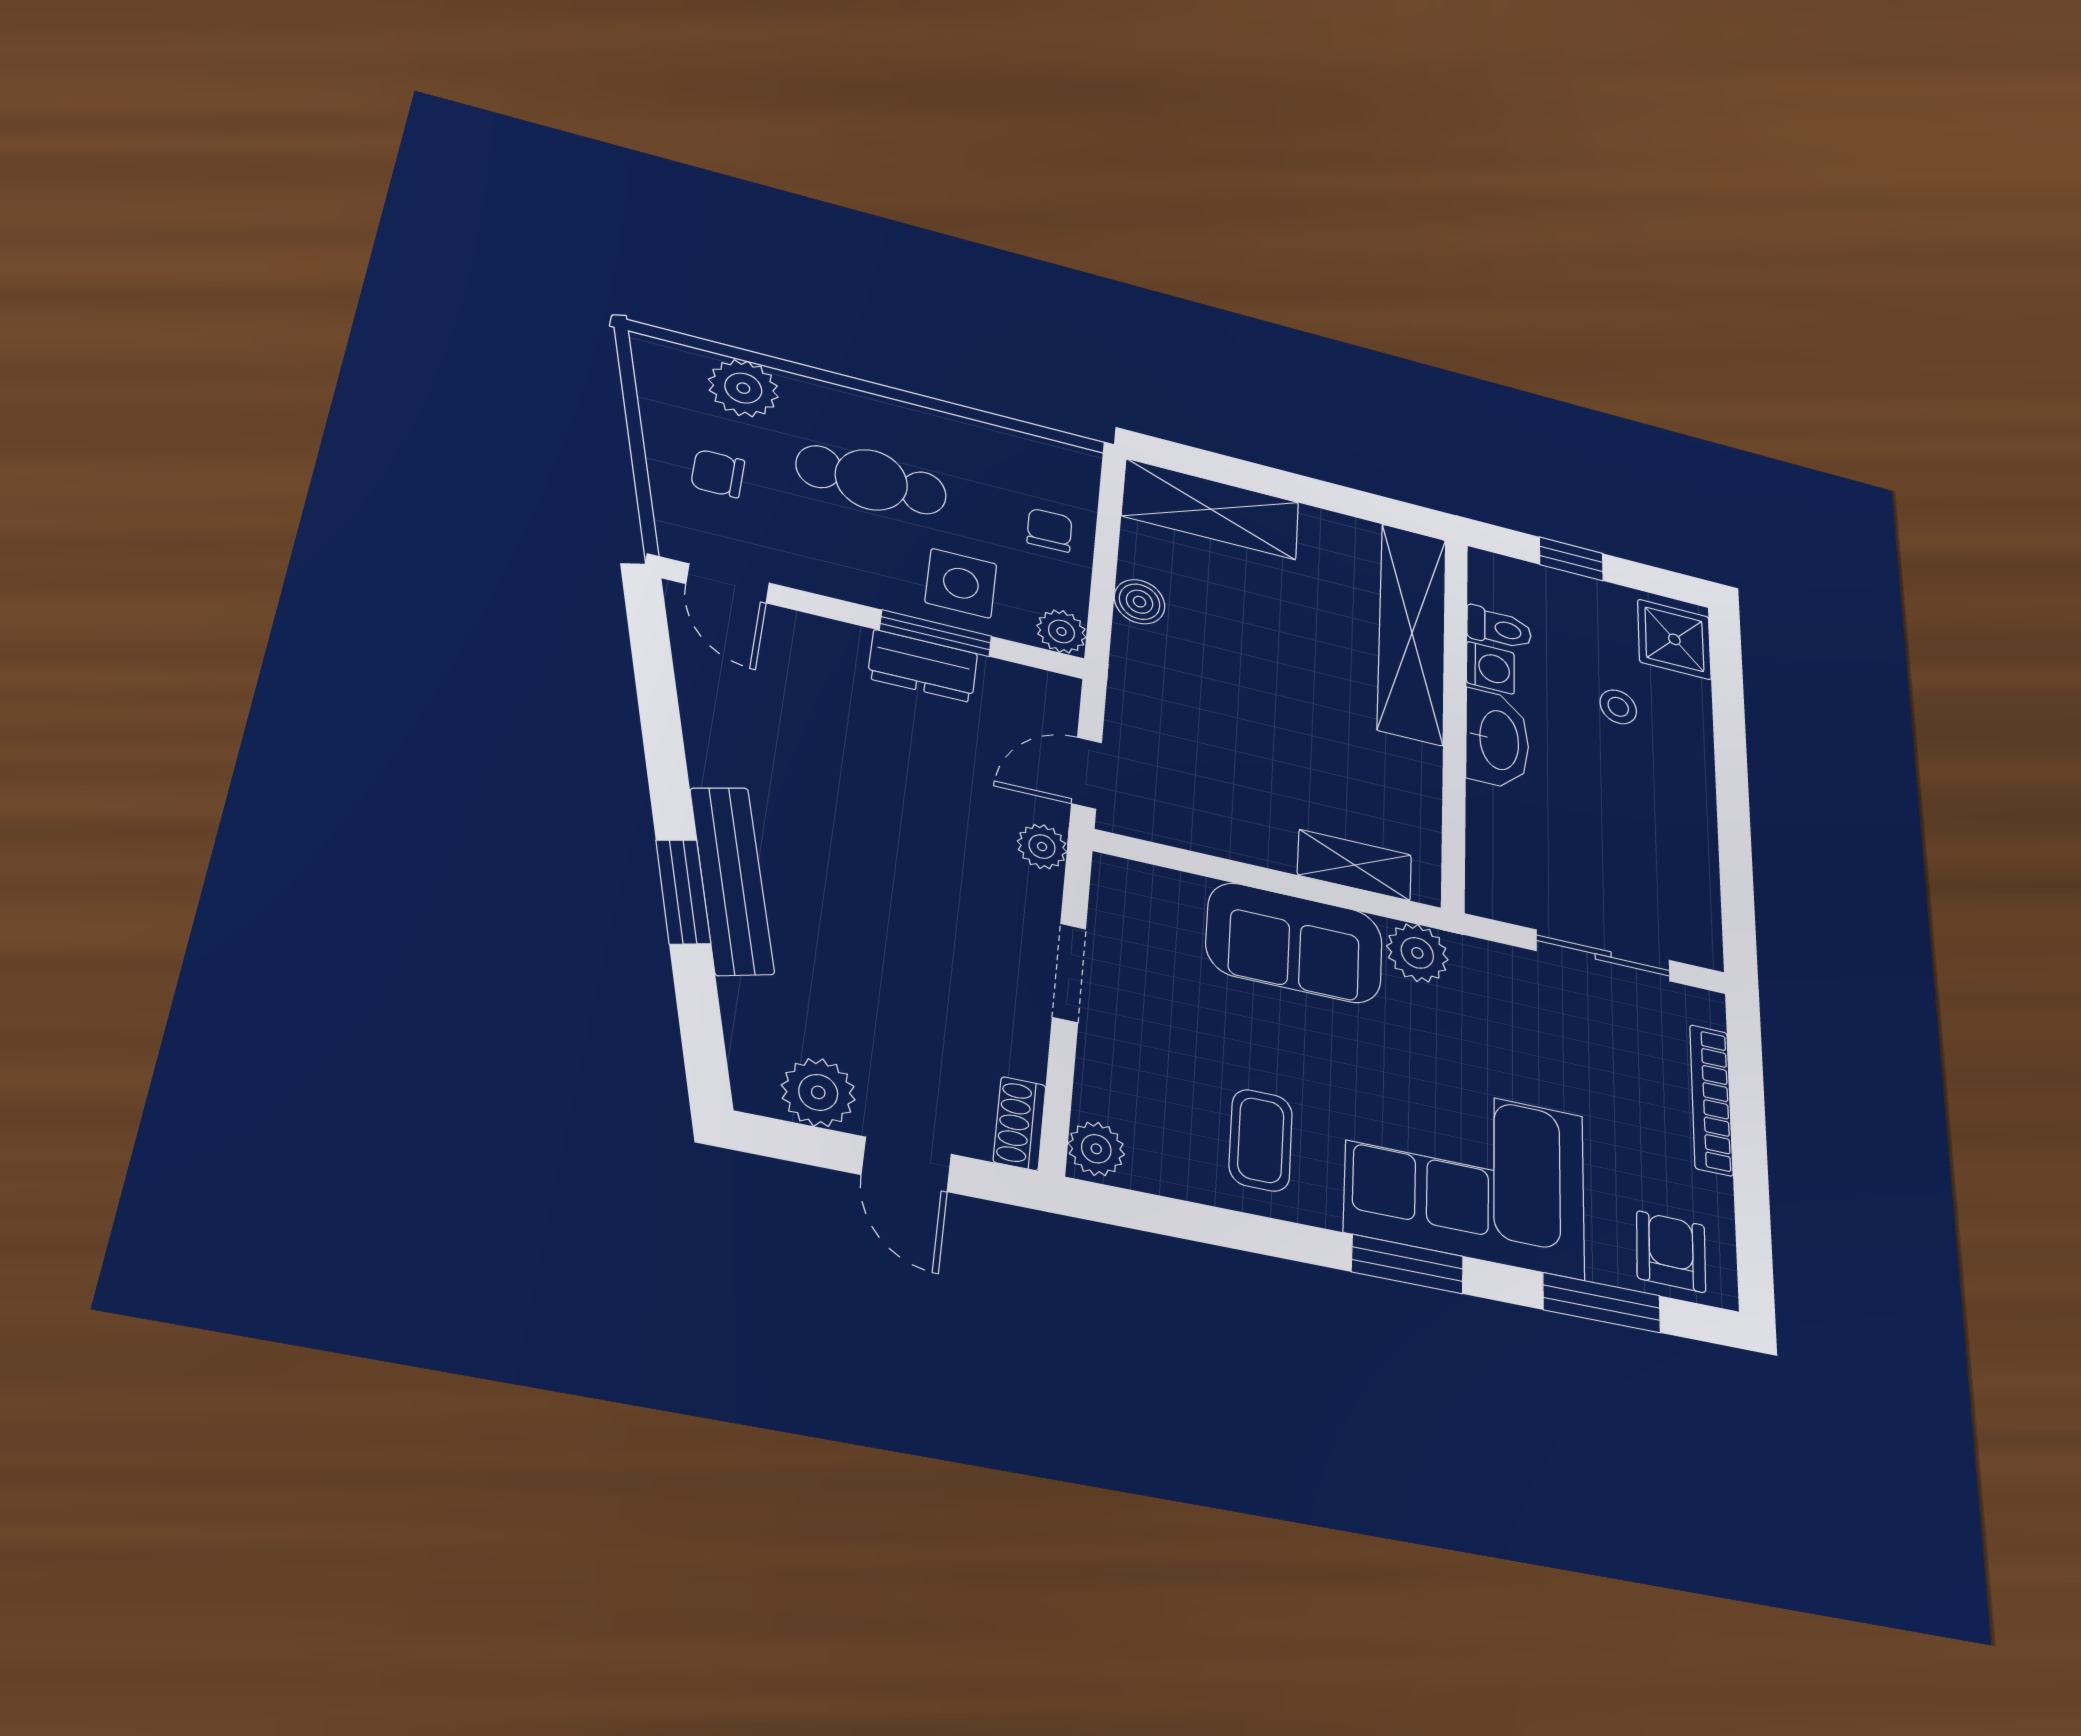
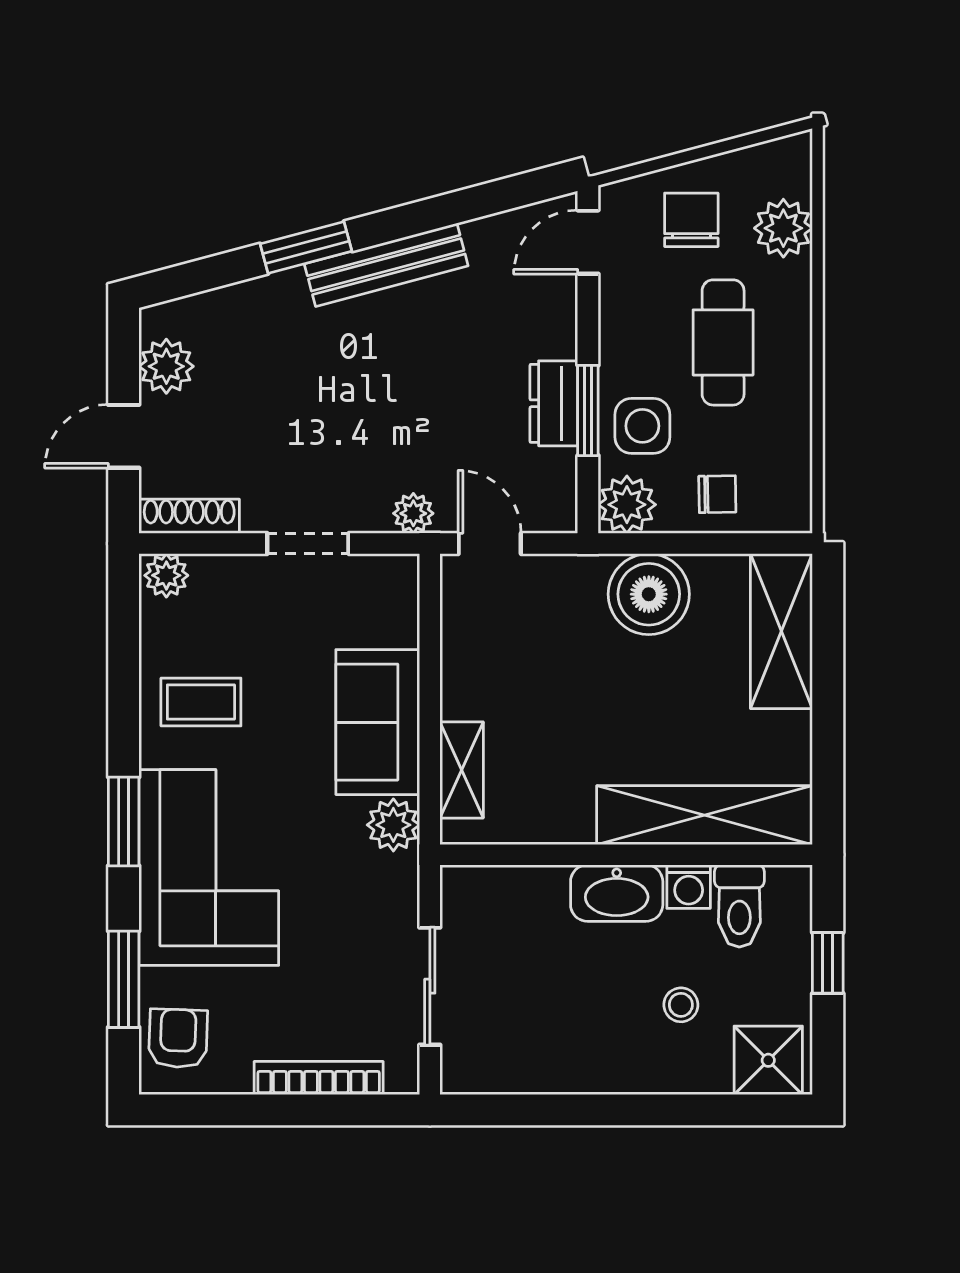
chair: (718, 474) -> (691, 220), width x1.37, depth x1.37
boiler: (1140, 602) -> (649, 594), width x1.86, depth x1.86
toilet: (1499, 628) -> (739, 906), width x1.37, depth x1.39
plant: (1061, 631) -> (627, 505), width x1.38, depth x1.38
bench: (732, 880) -> (386, 265), moved
shoe rack: (1020, 1123) -> (189, 516), width x1.43
armchair: (1671, 1252) -> (178, 1038), turned -89

